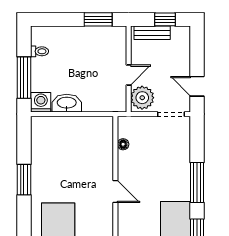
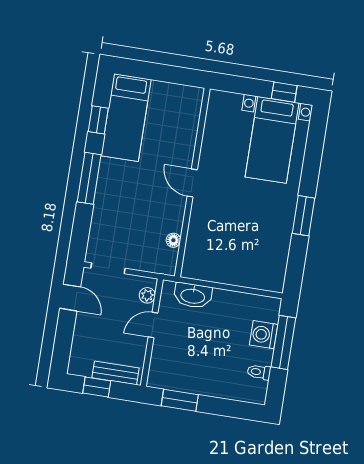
plant: (142, 98) -> (147, 295), width x0.53, depth x0.53
washing machine: (41, 102) -> (264, 335), moved, turned 90
washbasin: (67, 103) -> (193, 296), moved

